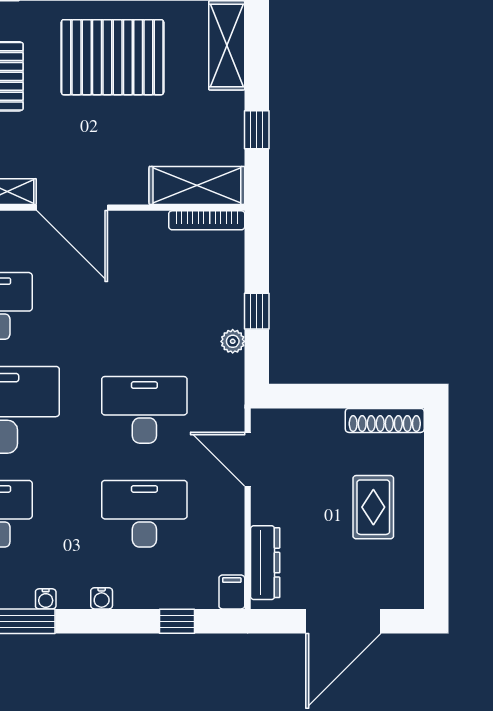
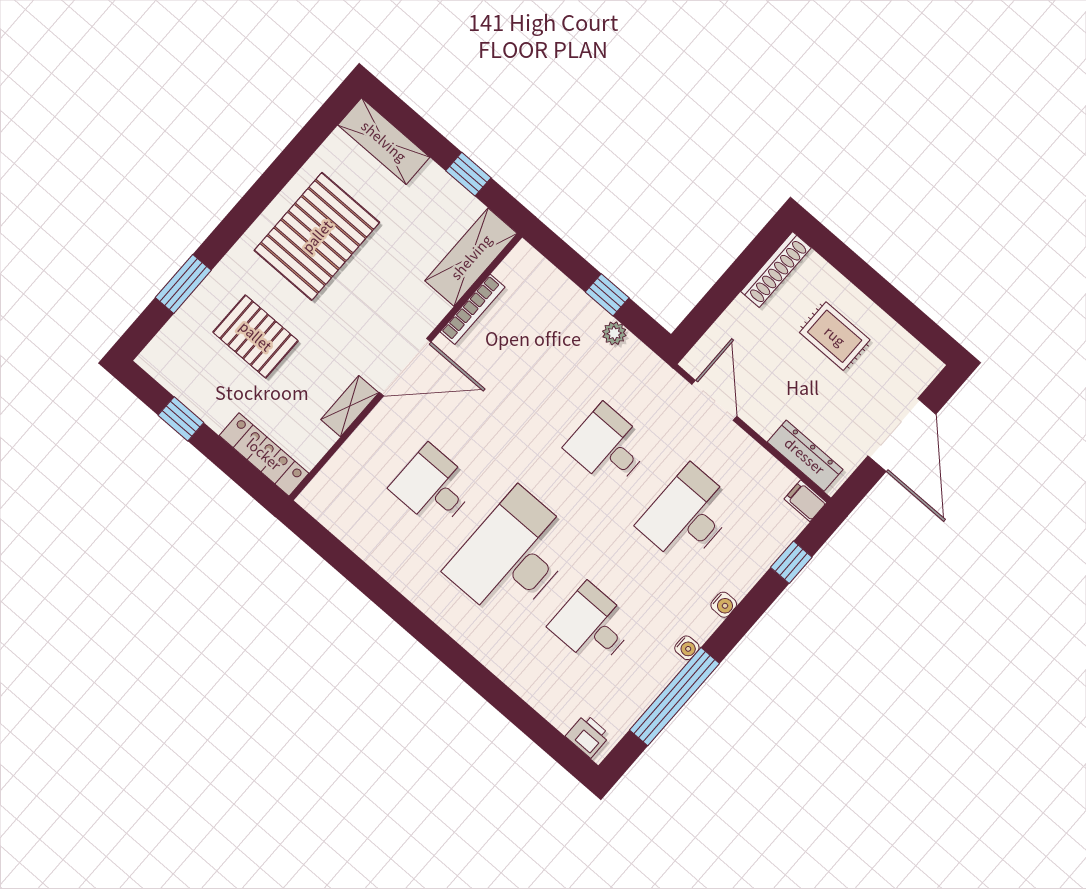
bookcase: (207, 220) -> (472, 309), moved
desk: (144, 410) -> (608, 446), width x0.73
door: (248, 459) -> (714, 400), swing flipped

